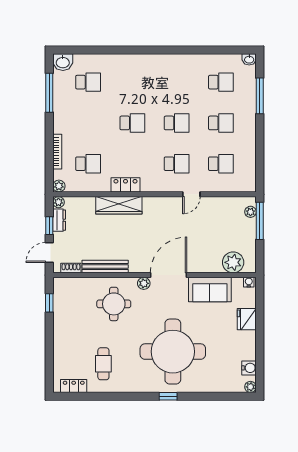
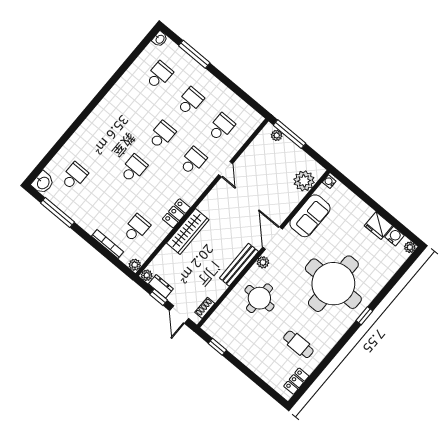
bench: (105, 266) -> (239, 265), moved
door: (169, 275) -> (272, 238), width x0.73
fridge: (247, 319) -> (378, 226), moved

